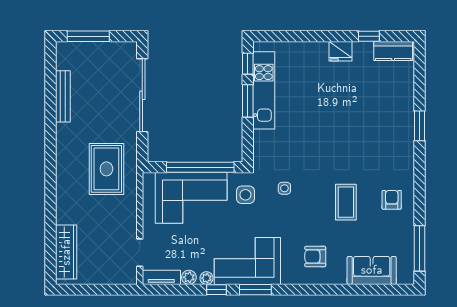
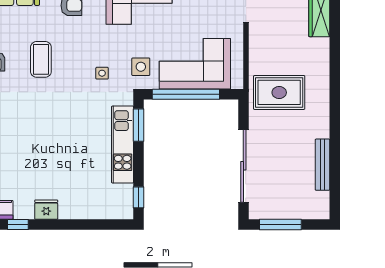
window: (88, 36) -> (280, 224), moved
kitchen unit: (264, 90) -> (123, 145), moved
window: (248, 101) -> (139, 125), moved
rug: (106, 169) -> (279, 92), turned 90

